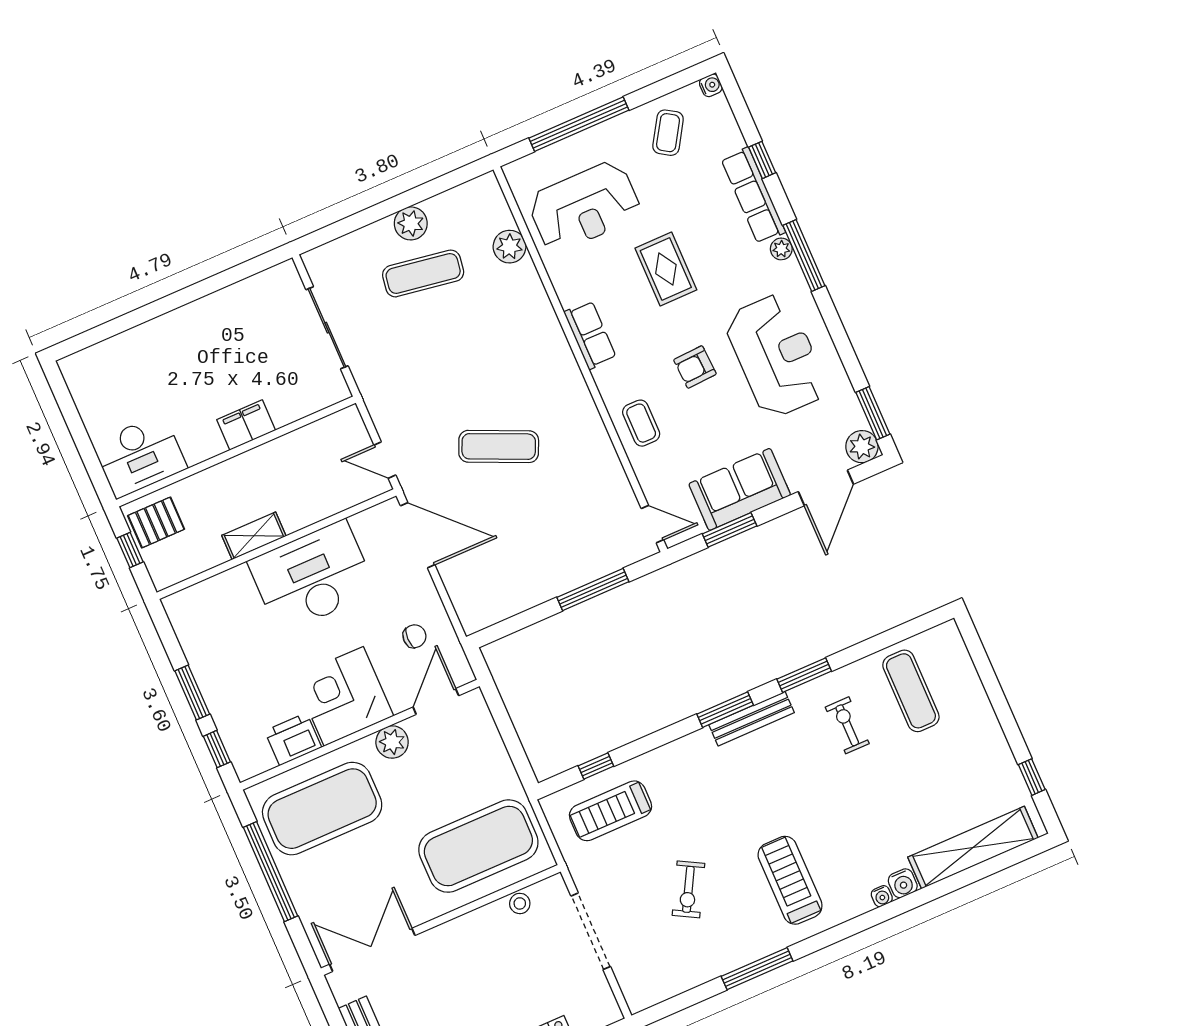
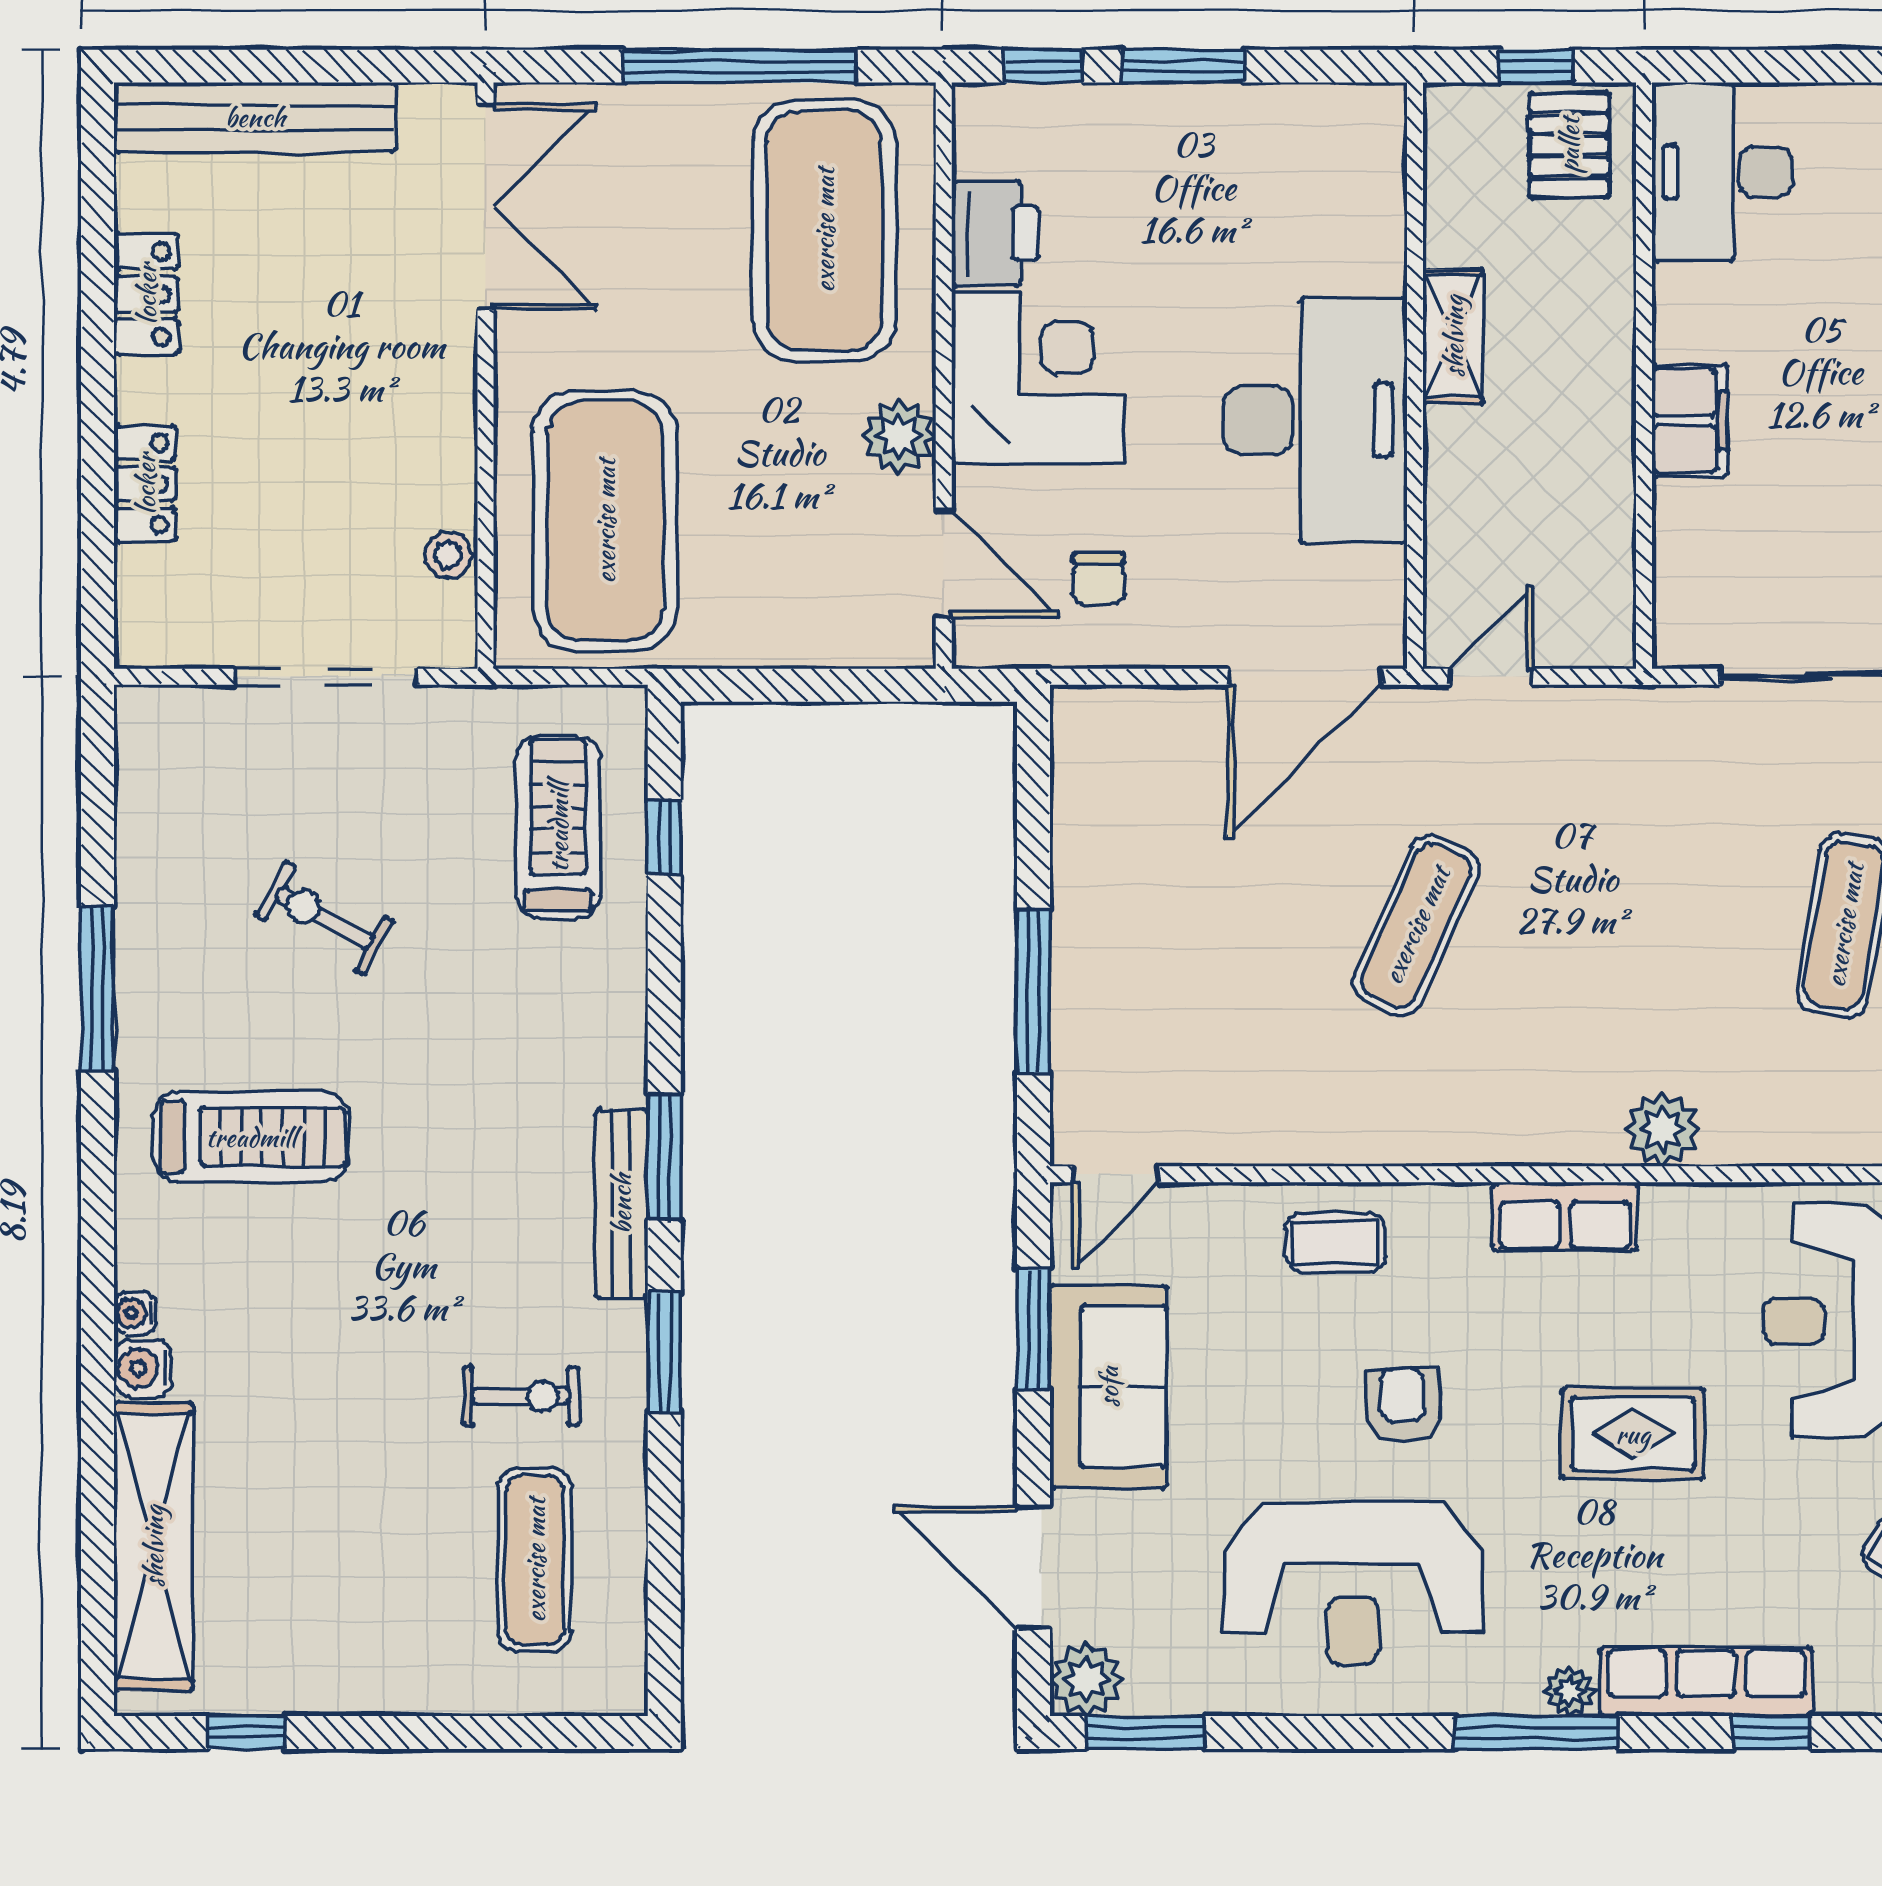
plant: (509, 247) -> (1662, 1129), moved
exercise mat: (911, 691) -> (535, 1560), turned 90

